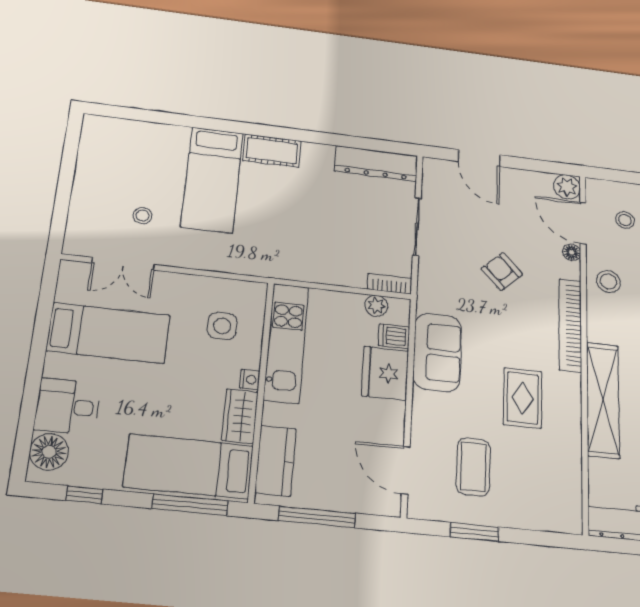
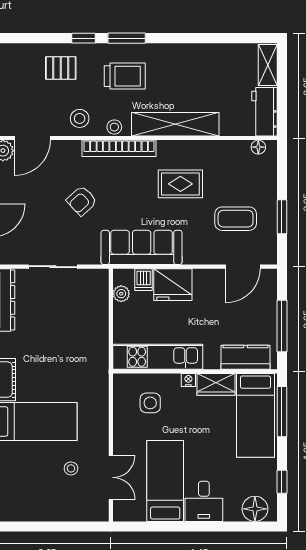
stool: (625, 220) -> (114, 127), moved
floor lamp: (572, 252) -> (258, 147), moved
bookcase: (390, 284) -> (102, 285), removed
sofa: (437, 352) -> (142, 247), width x1.36
desk: (67, 406) -> (204, 501), moved

